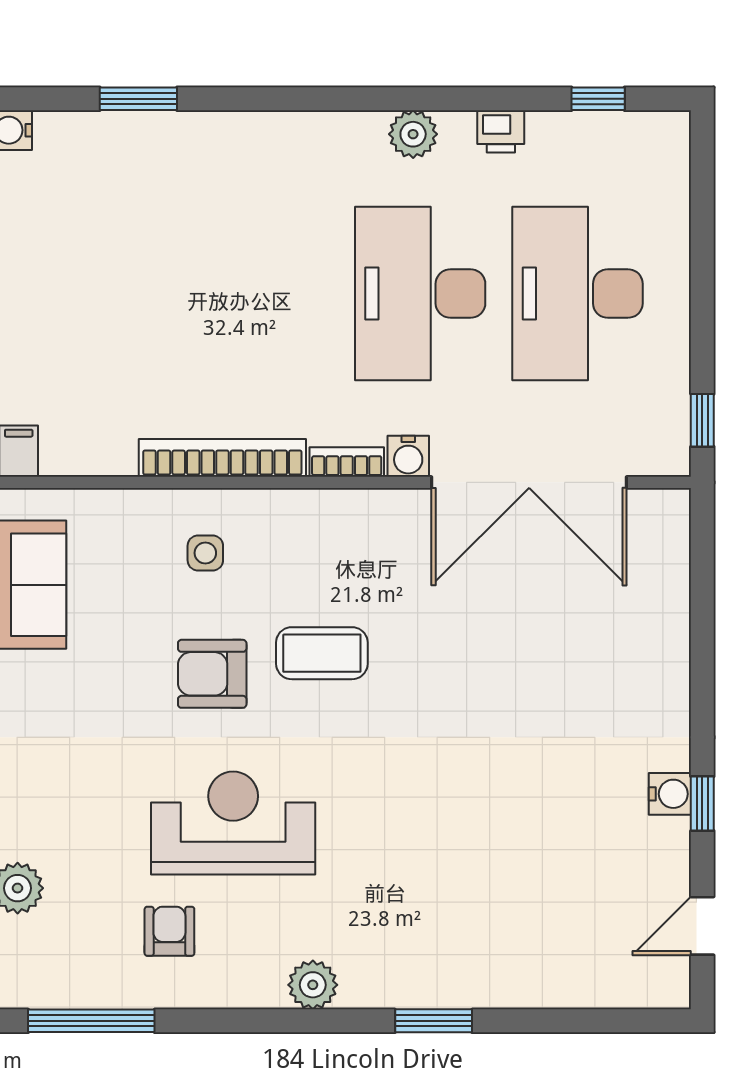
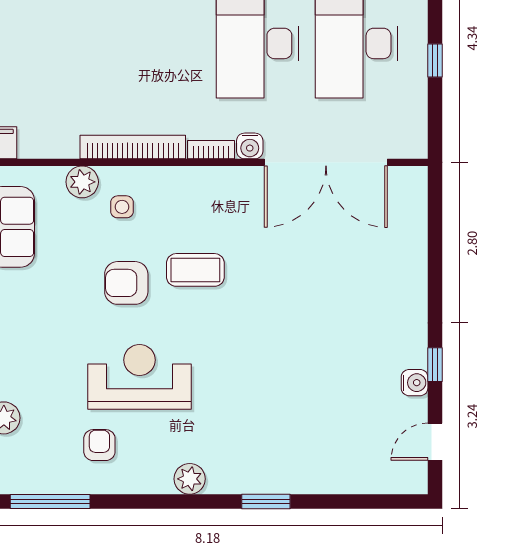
window: (702, 420) -> (435, 61), moved
plant: (142, 513) -> (82, 182), added
water cooler: (670, 794) -> (415, 383), moved

